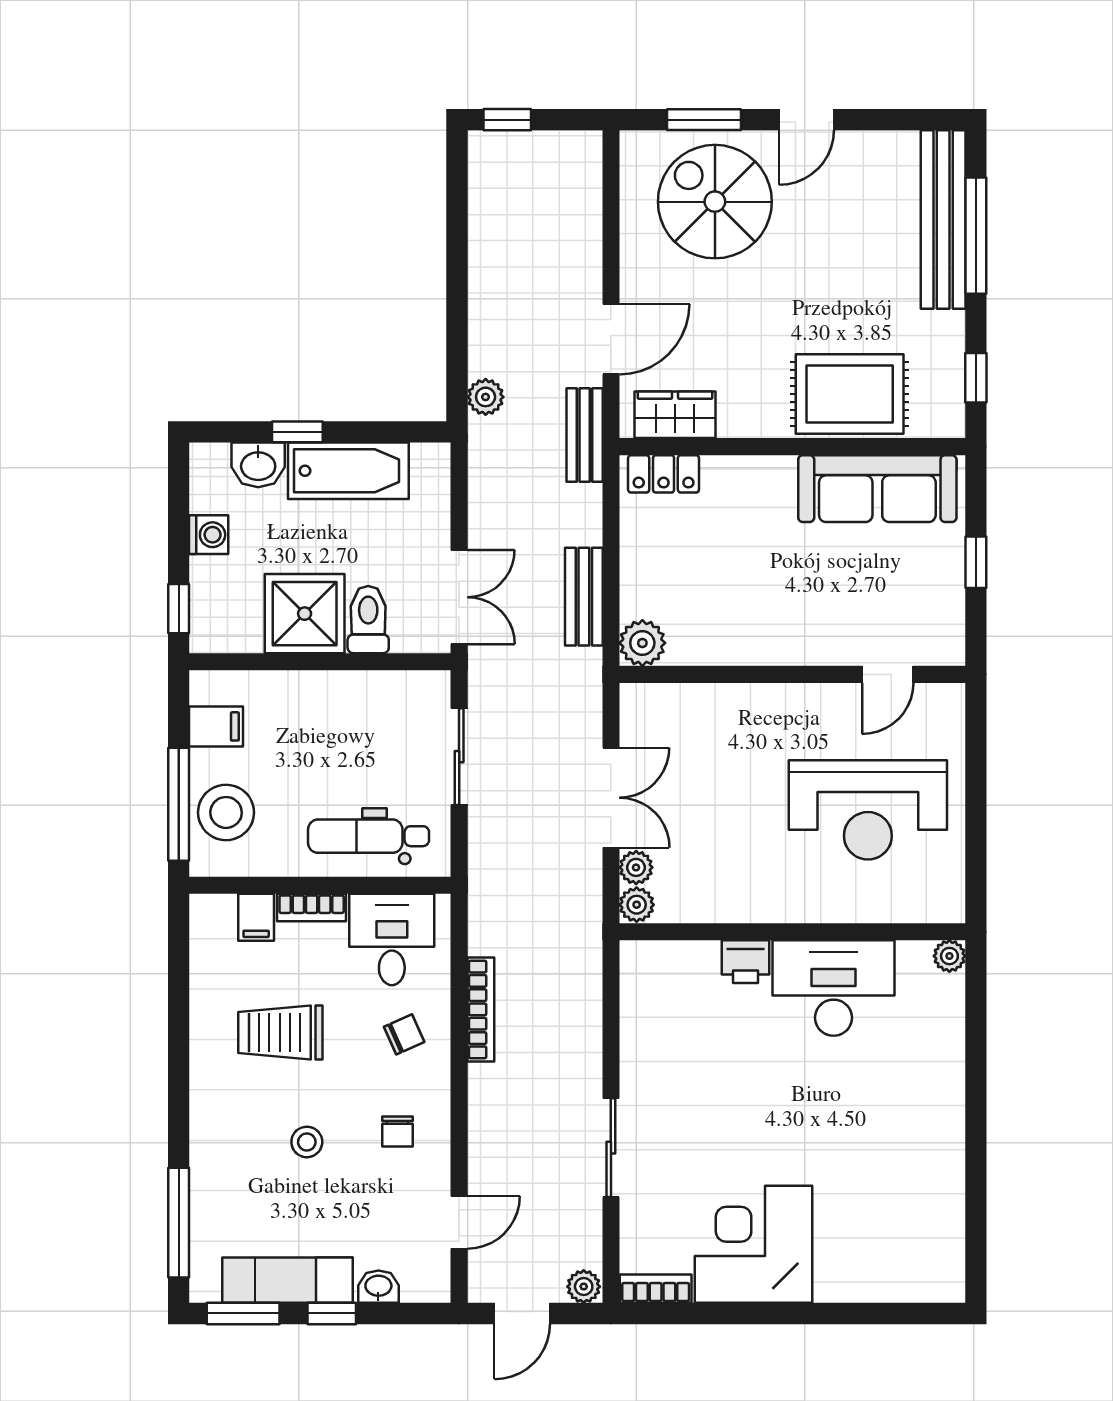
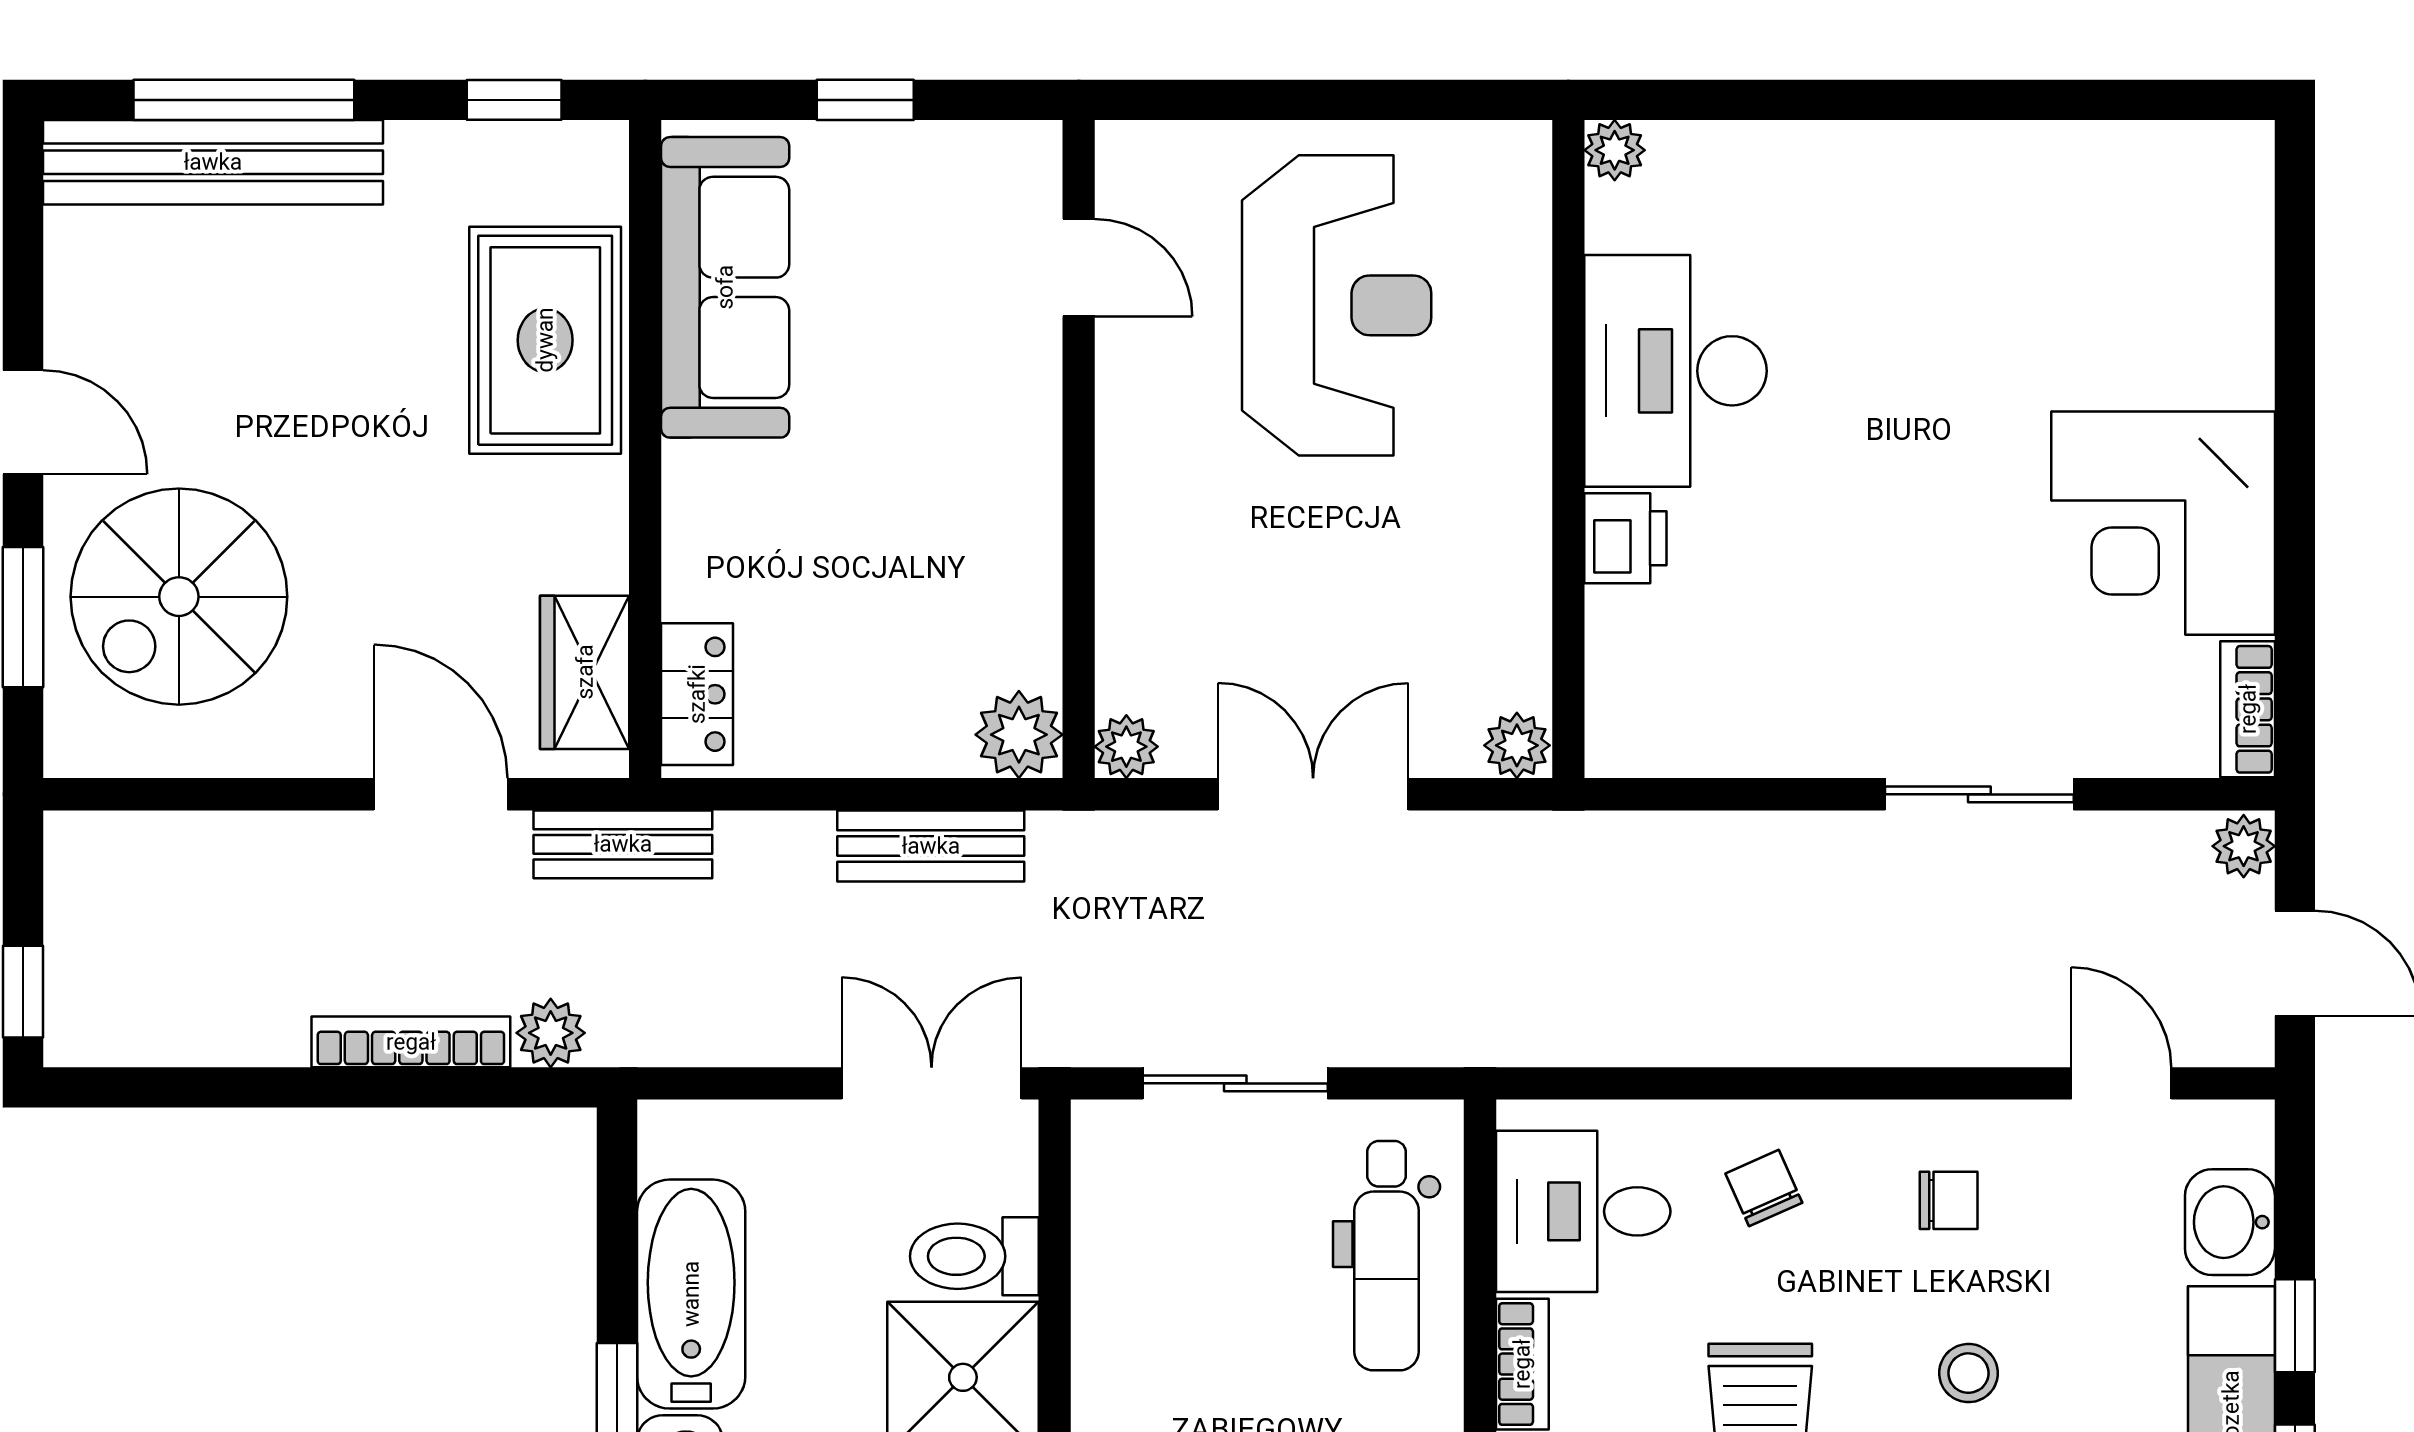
plant: (636, 867) -> (1126, 747), moved
bookcase: (481, 1009) -> (411, 1042), moved
washbasin: (378, 1287) -> (2230, 1222), width x1.38, depth x1.45

